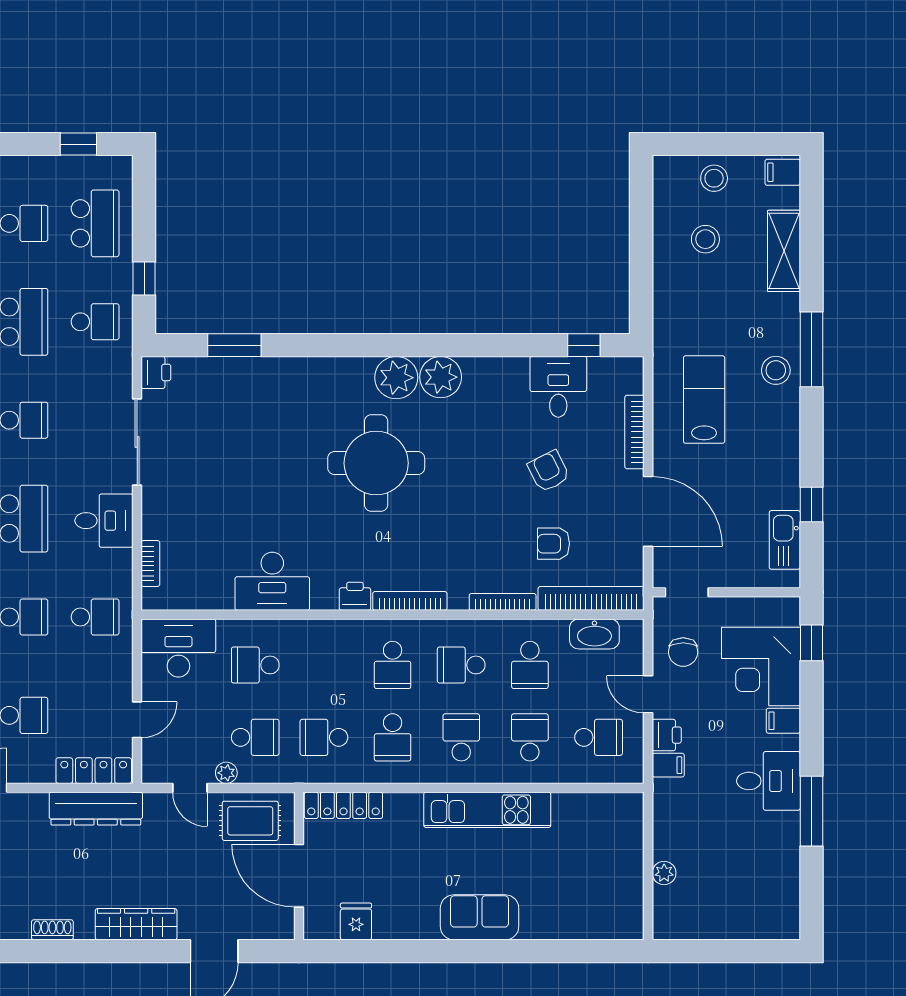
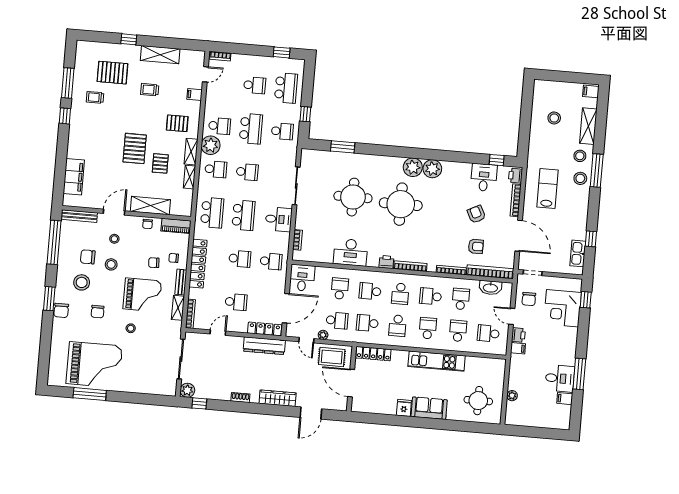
stool: (714, 178) -> (580, 156), moved
printer: (156, 372) -> (515, 176), moved, turned 180
round table: (267, 456) -> (353, 197), added
armchair: (553, 544) -> (476, 246), turned 180
desk: (178, 648) -> (302, 278), width x0.73
school desk: (255, 665) -> (340, 289), turned 90
school desk: (324, 665) -> (370, 291), added
school desk: (530, 665) -> (461, 299), turned 180
door: (137, 720) -> (286, 308), width x1.88
filing cabinet: (783, 721) -> (565, 399), moved
school desk: (599, 737) -> (488, 333), turned 180
desk: (768, 781) -> (560, 378), moved
round table: (589, 891) -> (478, 401), added
fridge: (356, 921) -> (404, 408), moved

